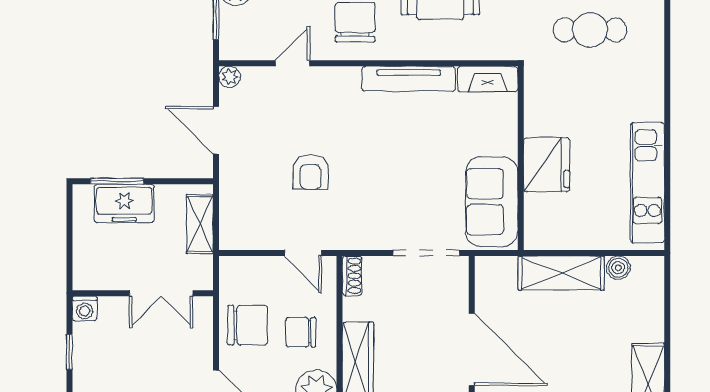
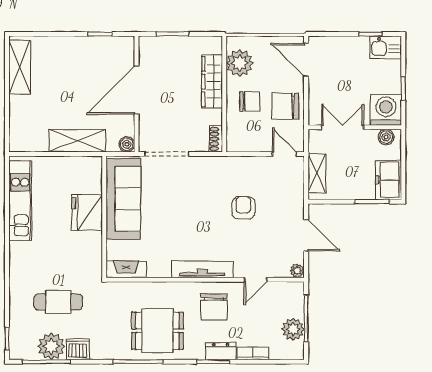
tv unit: (409, 79) -> (202, 269), moved
sofa: (492, 202) -> (123, 199), width x1.36
freezer: (124, 203) -> (389, 180), moved, turned -90
door: (303, 253) -> (284, 154), moved
boiler: (618, 268) -> (127, 144), moved
boiler: (95, 279) -> (386, 137), added
washing machine: (85, 309) -> (386, 110), width x1.89, depth x1.89
door: (472, 349) -> (137, 90), hinge flipped

